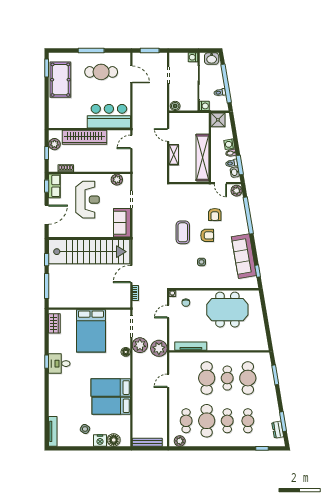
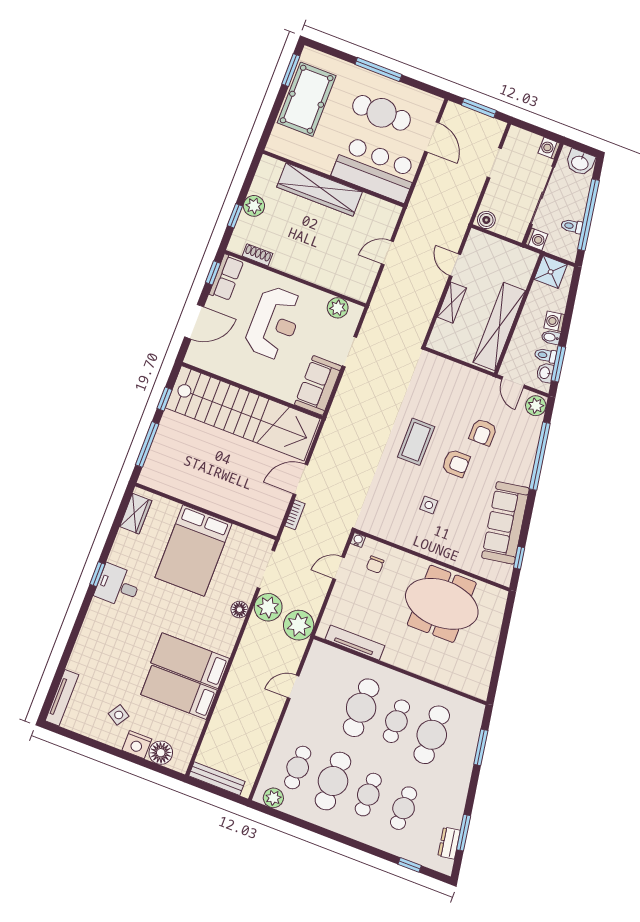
bar counter: (109, 116) -> (375, 169), moved
wall: (90, 129) -> (333, 179), moved
wardrobe: (85, 137) -> (319, 189), moved

